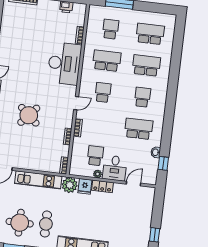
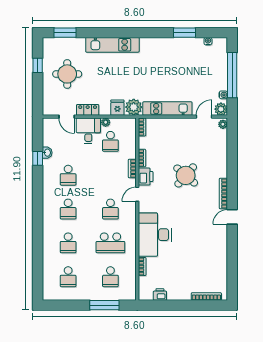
school desk: (150, 34) -> (68, 277), width x0.54
school desk: (146, 66) -> (68, 243), width x0.54
printer: (66, 119) -> (146, 177), added
school desk: (139, 129) -> (68, 175), width x0.54
window: (163, 163) -> (38, 158), moved
door: (133, 184) -> (67, 117), hinge flipped
locker: (102, 186) -> (88, 110), moved
round table: (20, 223) -> (67, 74), moved
cafe table: (46, 224) -> (154, 63), removed

